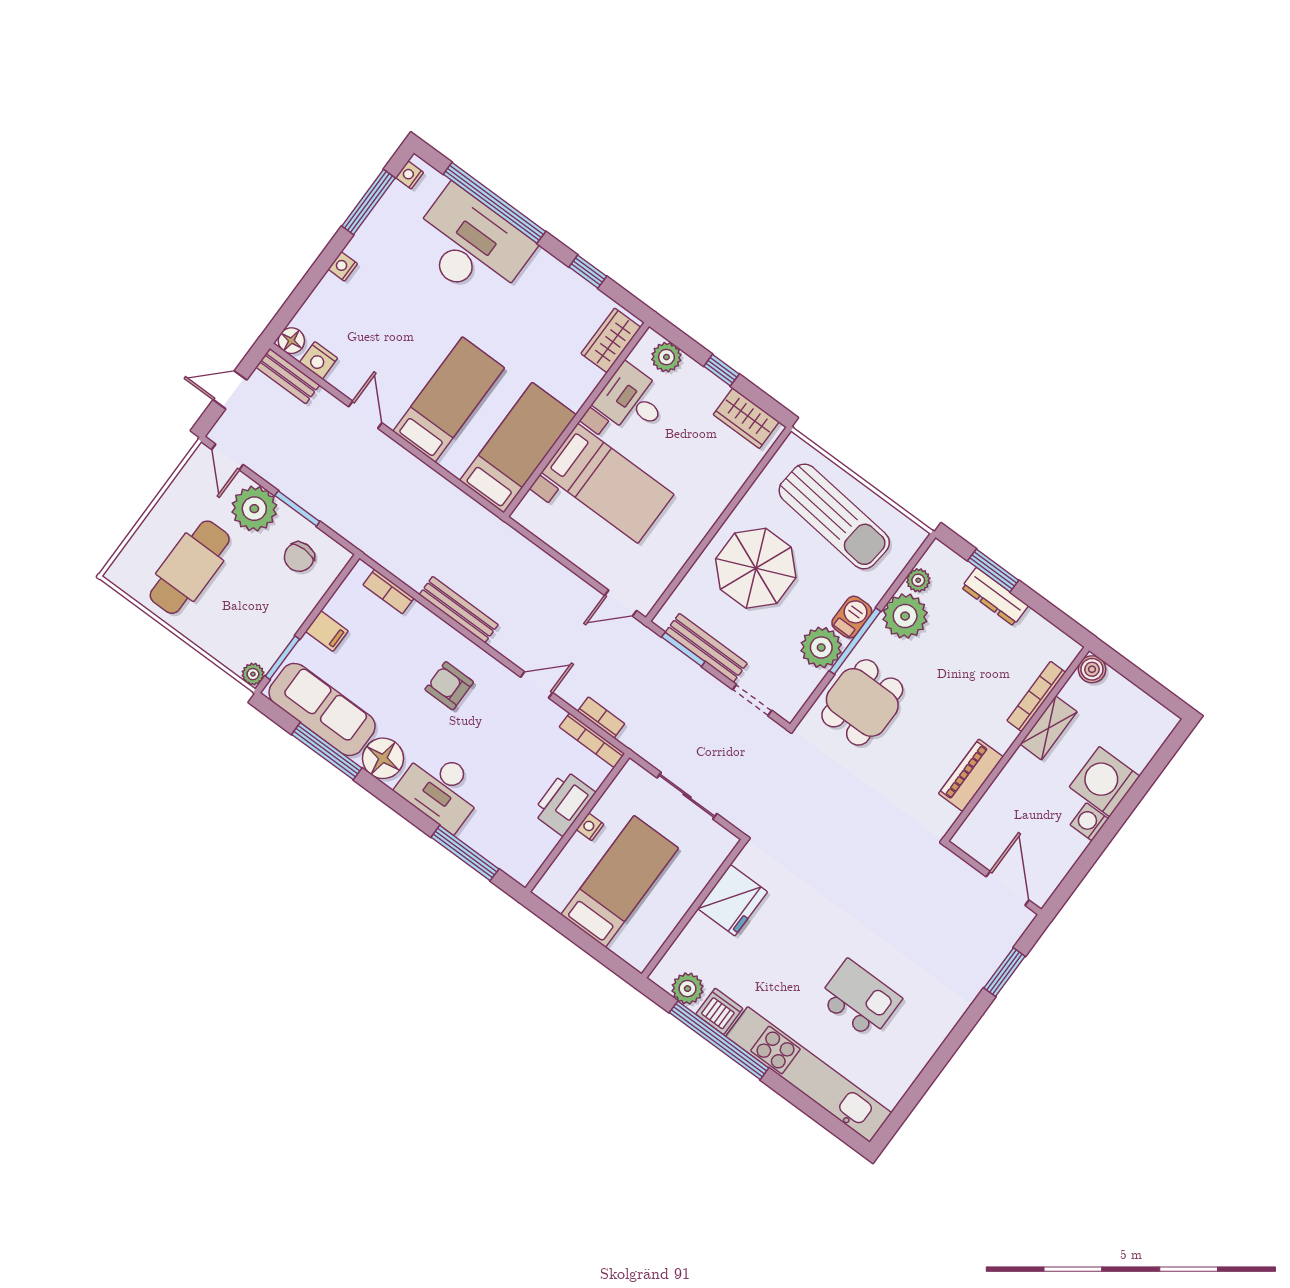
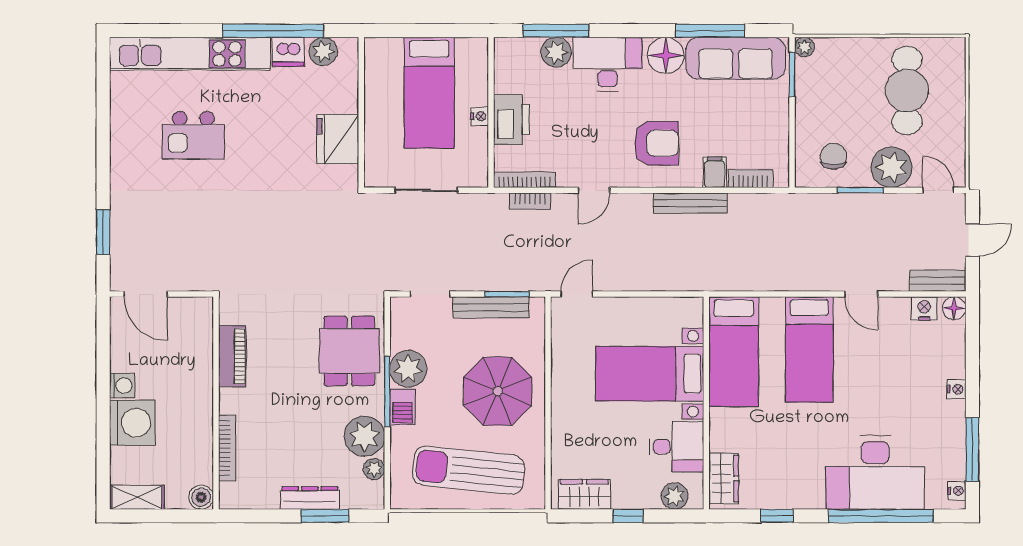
filing cabinet: (327, 631) -> (715, 172), moved, turned 90
armchair: (449, 686) -> (656, 143), width x1.38, depth x1.38
shelving: (1049, 728) -> (137, 497), moved, turned 90
plant: (479, 834) -> (556, 52), added

